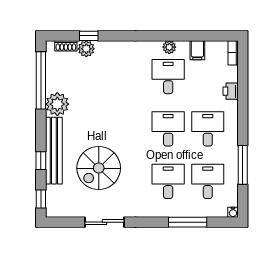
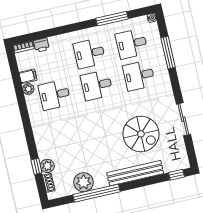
plant: (169, 47) -> (28, 89), moved
window: (41, 80) -> (97, 193), moved
printer: (231, 91) -> (41, 45), moved
plant: (57, 104) -> (84, 182), moved
window: (41, 161) -> (146, 182), removed

